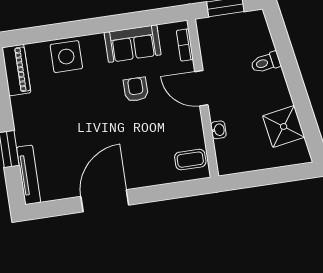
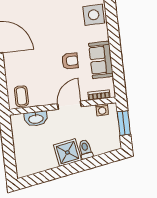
washing machine: (206, 40) -> (102, 110), added
shower: (284, 126) -> (67, 152), moved
washbasin: (218, 130) -> (36, 119), width x1.91, depth x1.45

